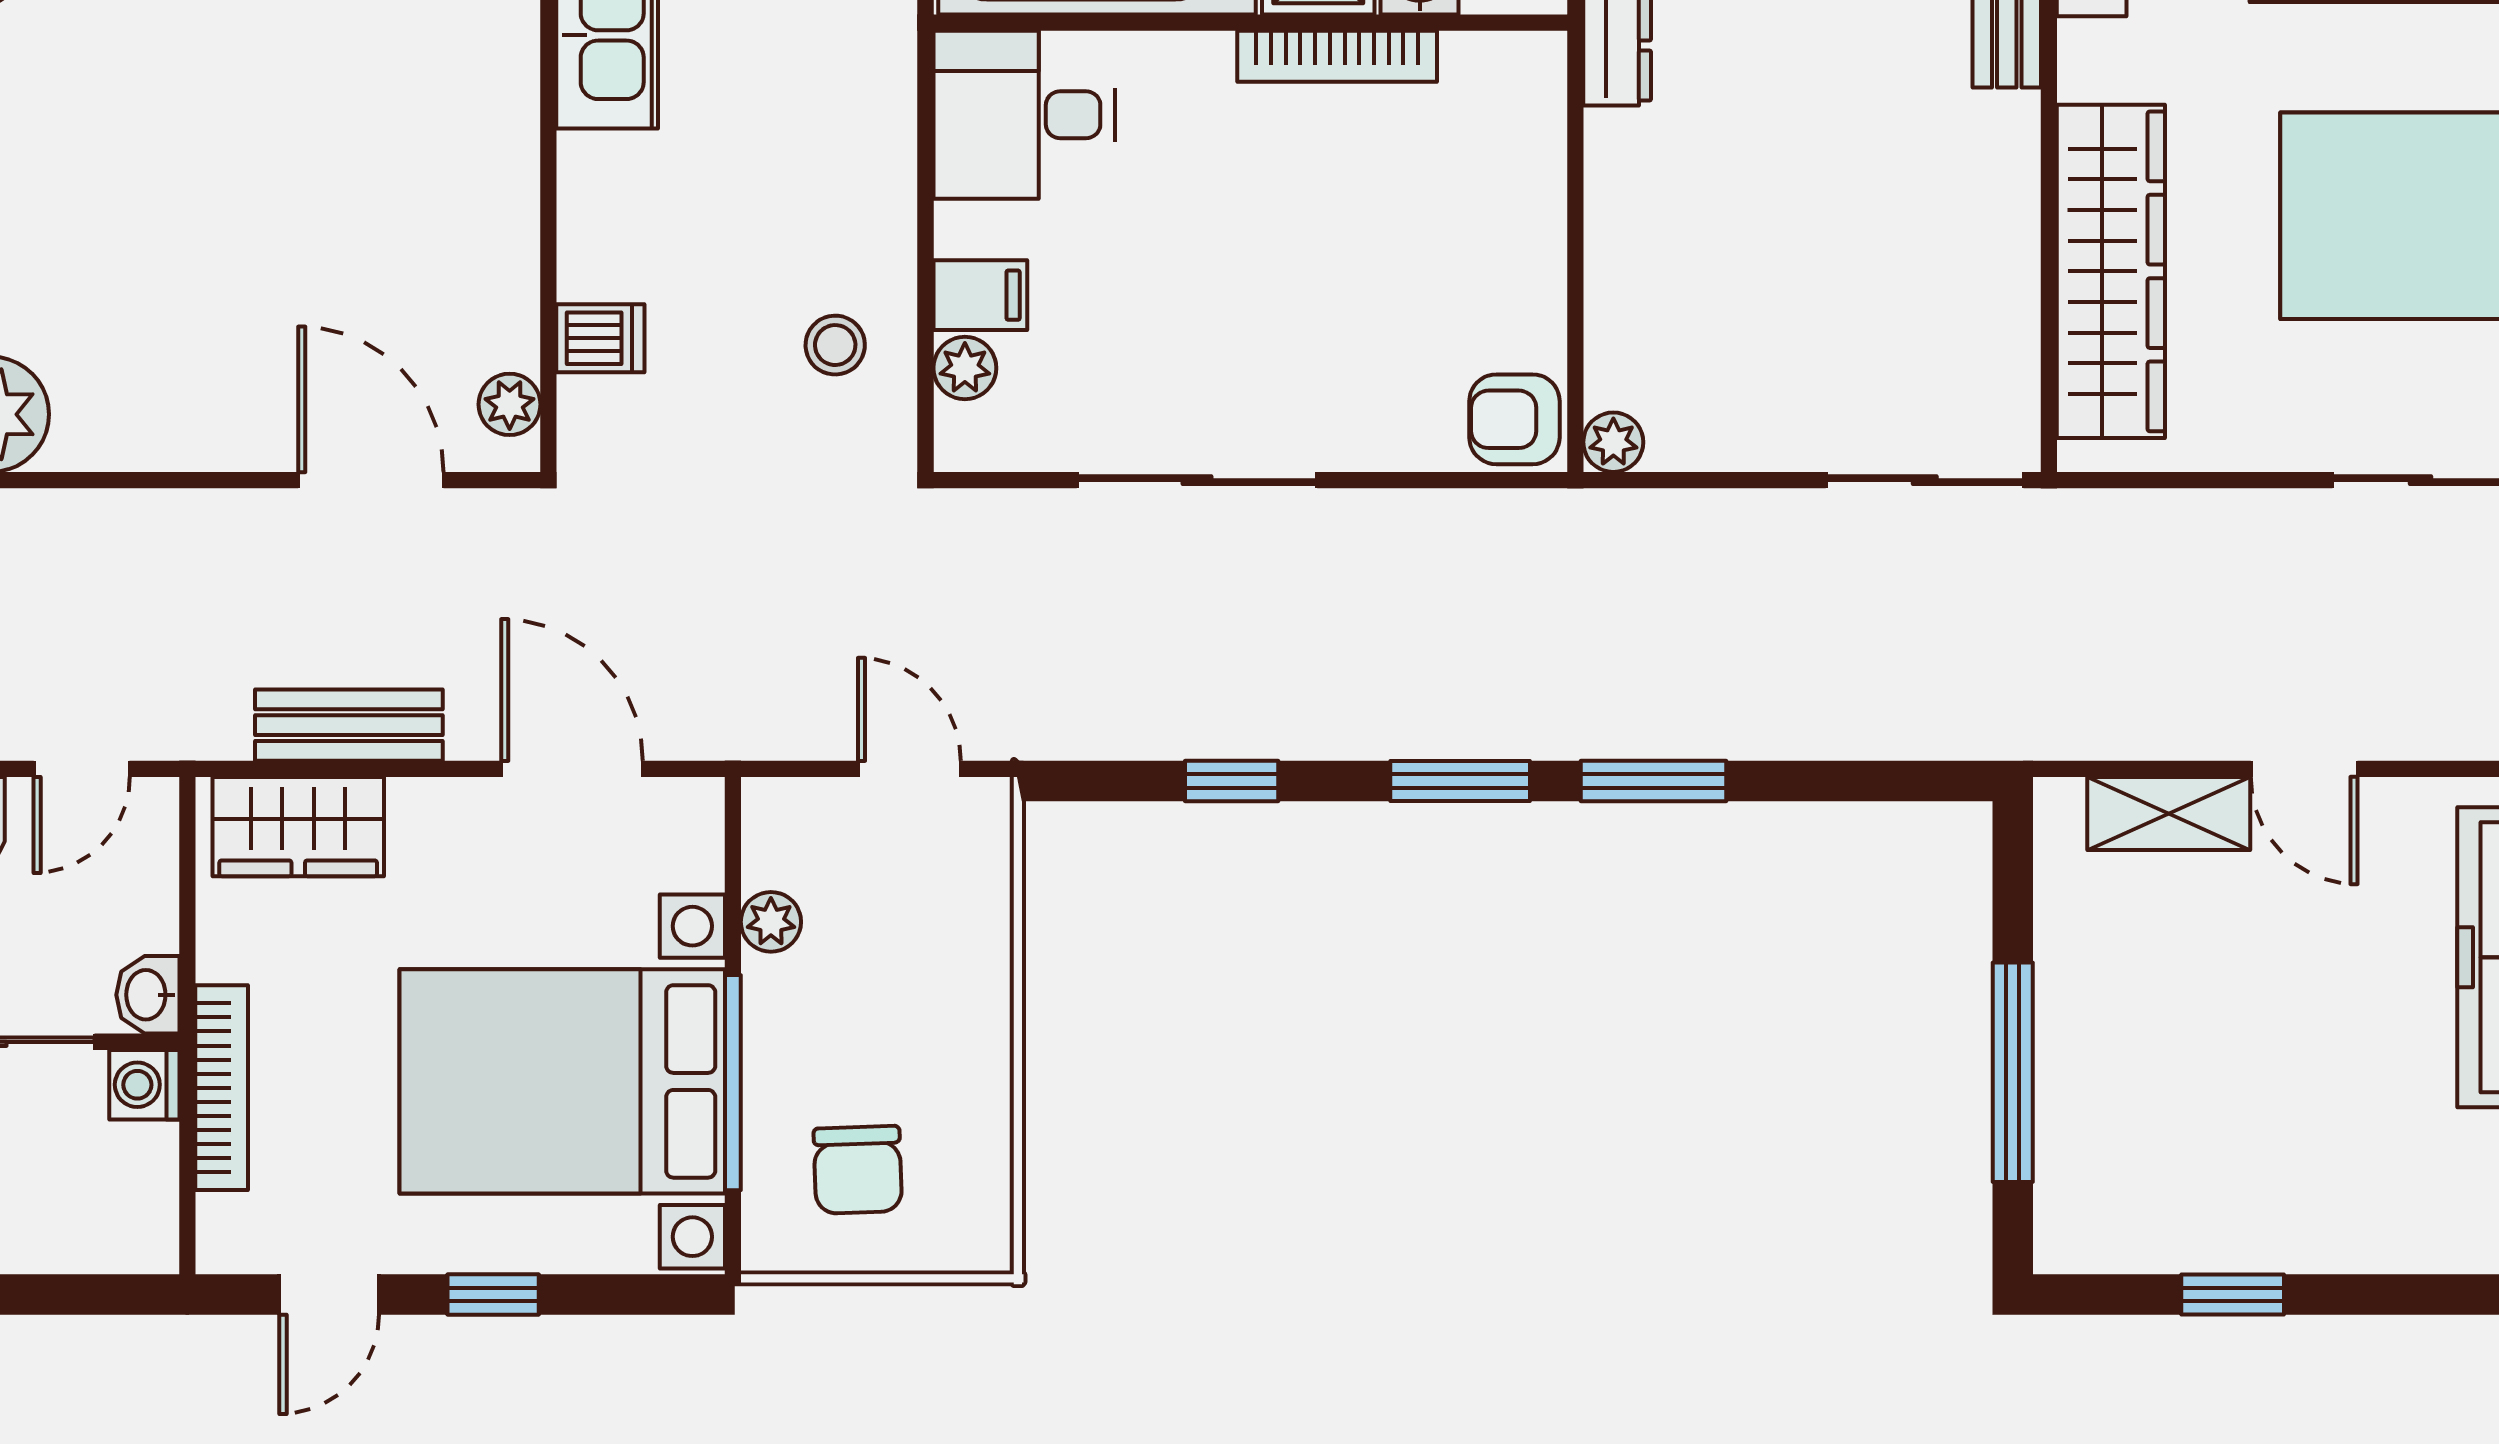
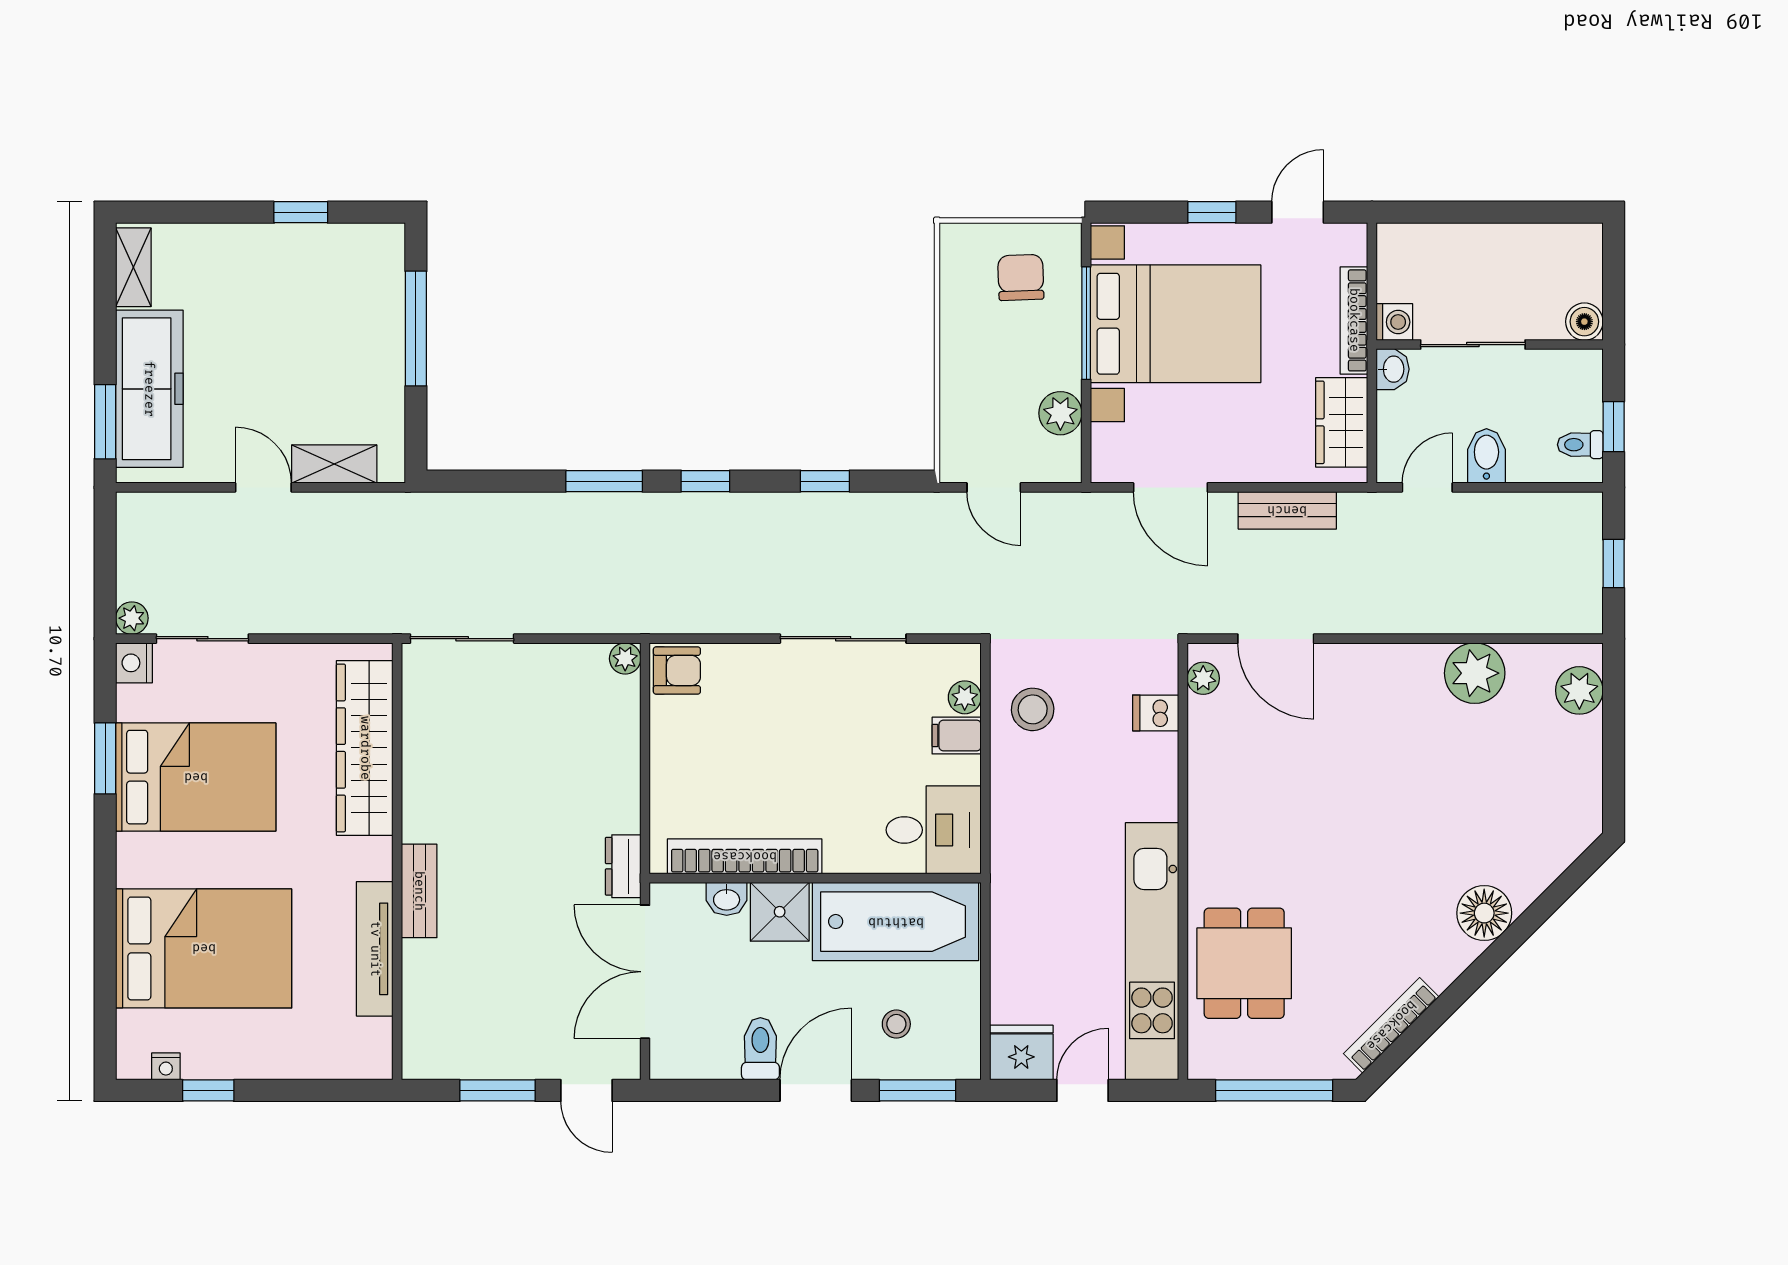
bookcase: (1337, 56) -> (745, 856), width x1.48, depth x1.31
stool: (835, 345) -> (1033, 709), width x1.37, depth x1.37
window: (1460, 781) -> (705, 481), width x0.67
wardrobe: (298, 827) -> (1342, 422), moved, turned -90
plant: (771, 922) -> (1060, 413), width x1.38, depth x1.38

